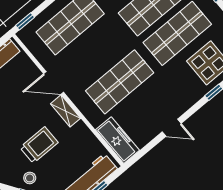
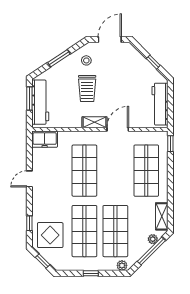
freezer: (117, 140) -> (45, 139), width x0.71
stool: (30, 178) -> (86, 60), moved

